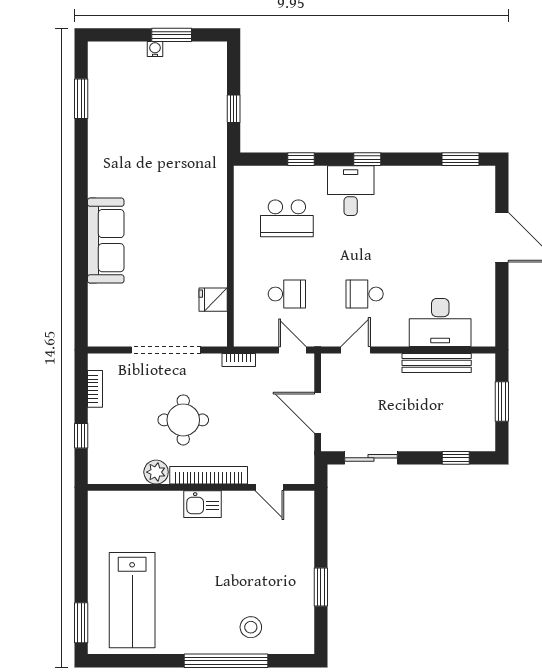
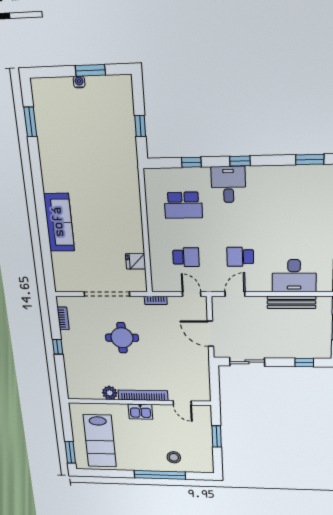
plant: (156, 472) -> (110, 393), moved
bookcase: (209, 475) -> (143, 395), moved
wall: (201, 487) -> (139, 402), moved
door: (270, 487) -> (182, 403), moved
kitchen sink: (203, 504) -> (140, 412), moved

